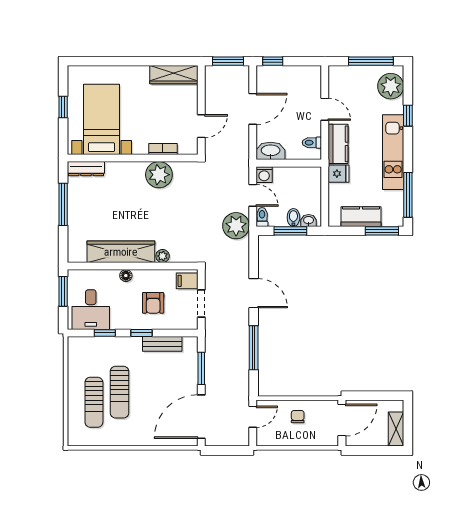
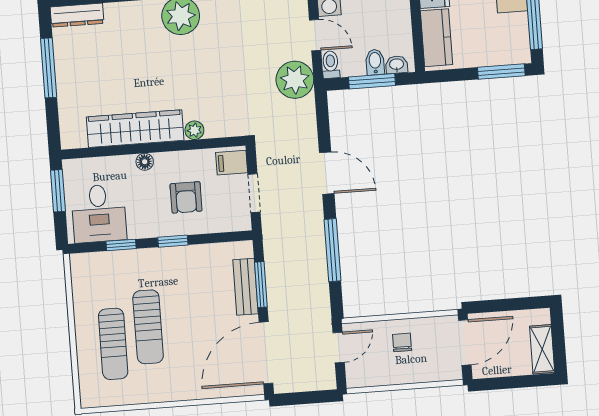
kitchen counter: (361, 217) -> (437, 38), moved, turned 90
bench: (162, 344) -> (246, 287), moved, turned 90

